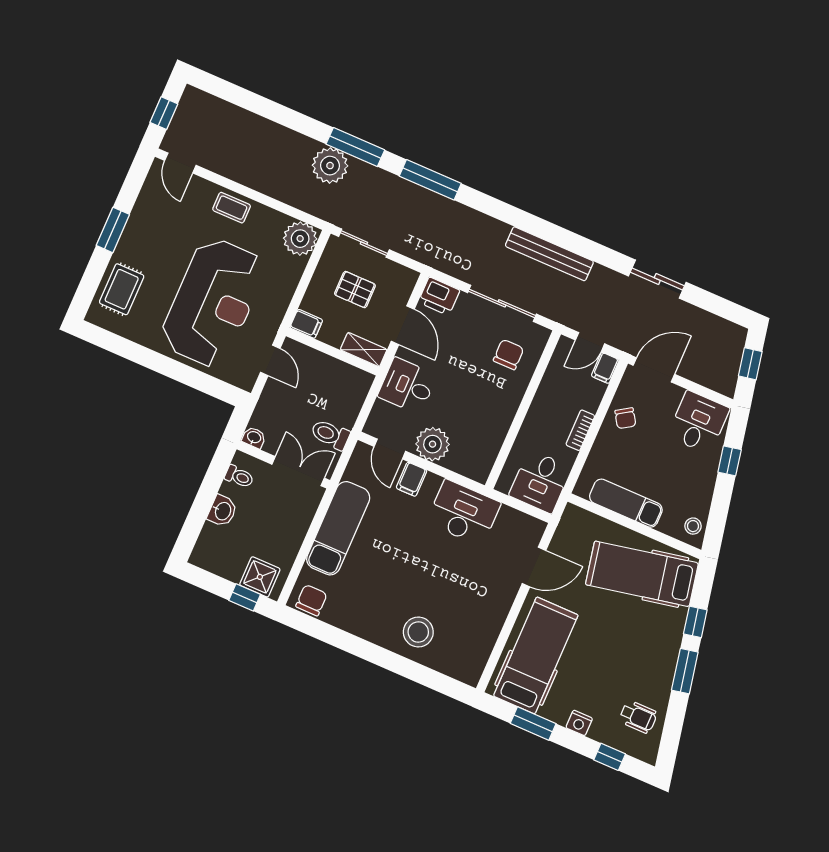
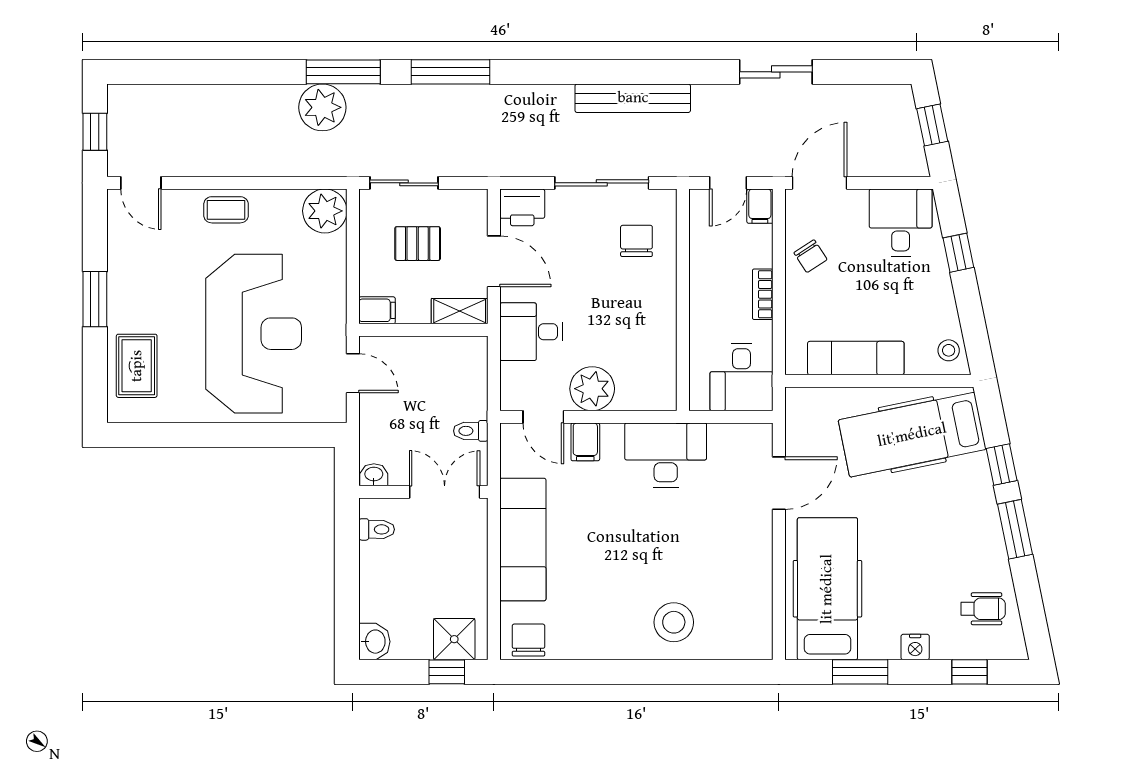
toilet: (330, 435) -> (471, 431), width x0.73, depth x0.72
washbasin: (222, 511) -> (374, 642), moved

